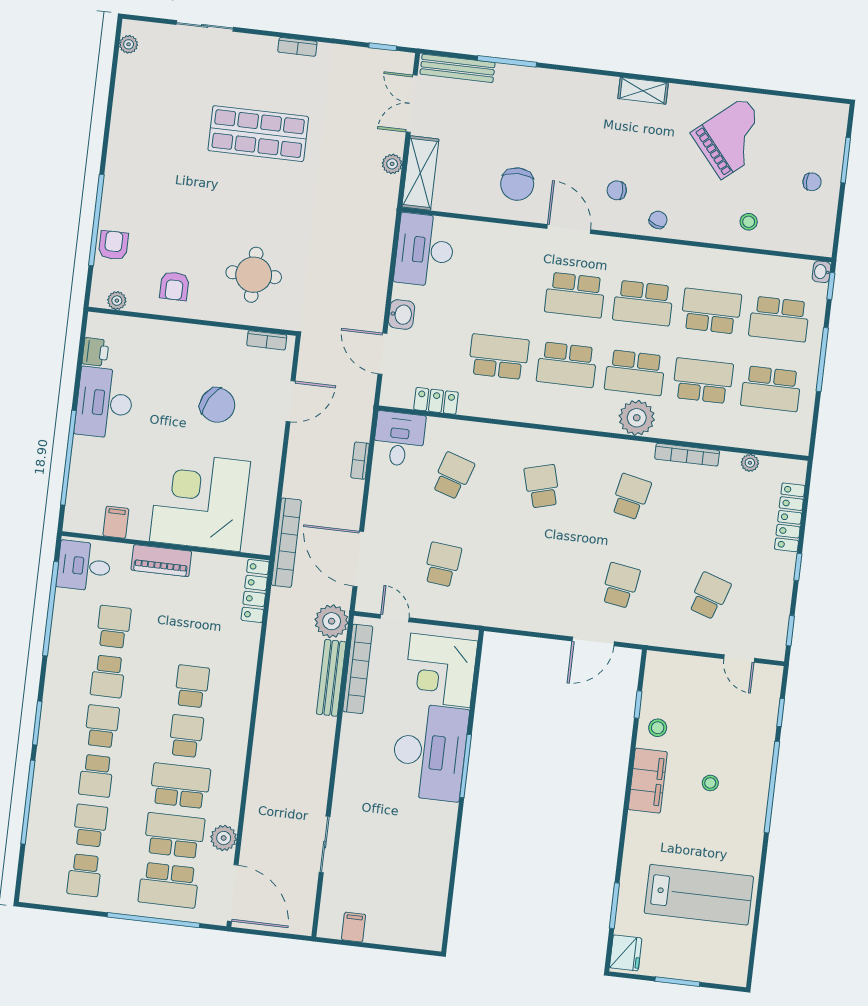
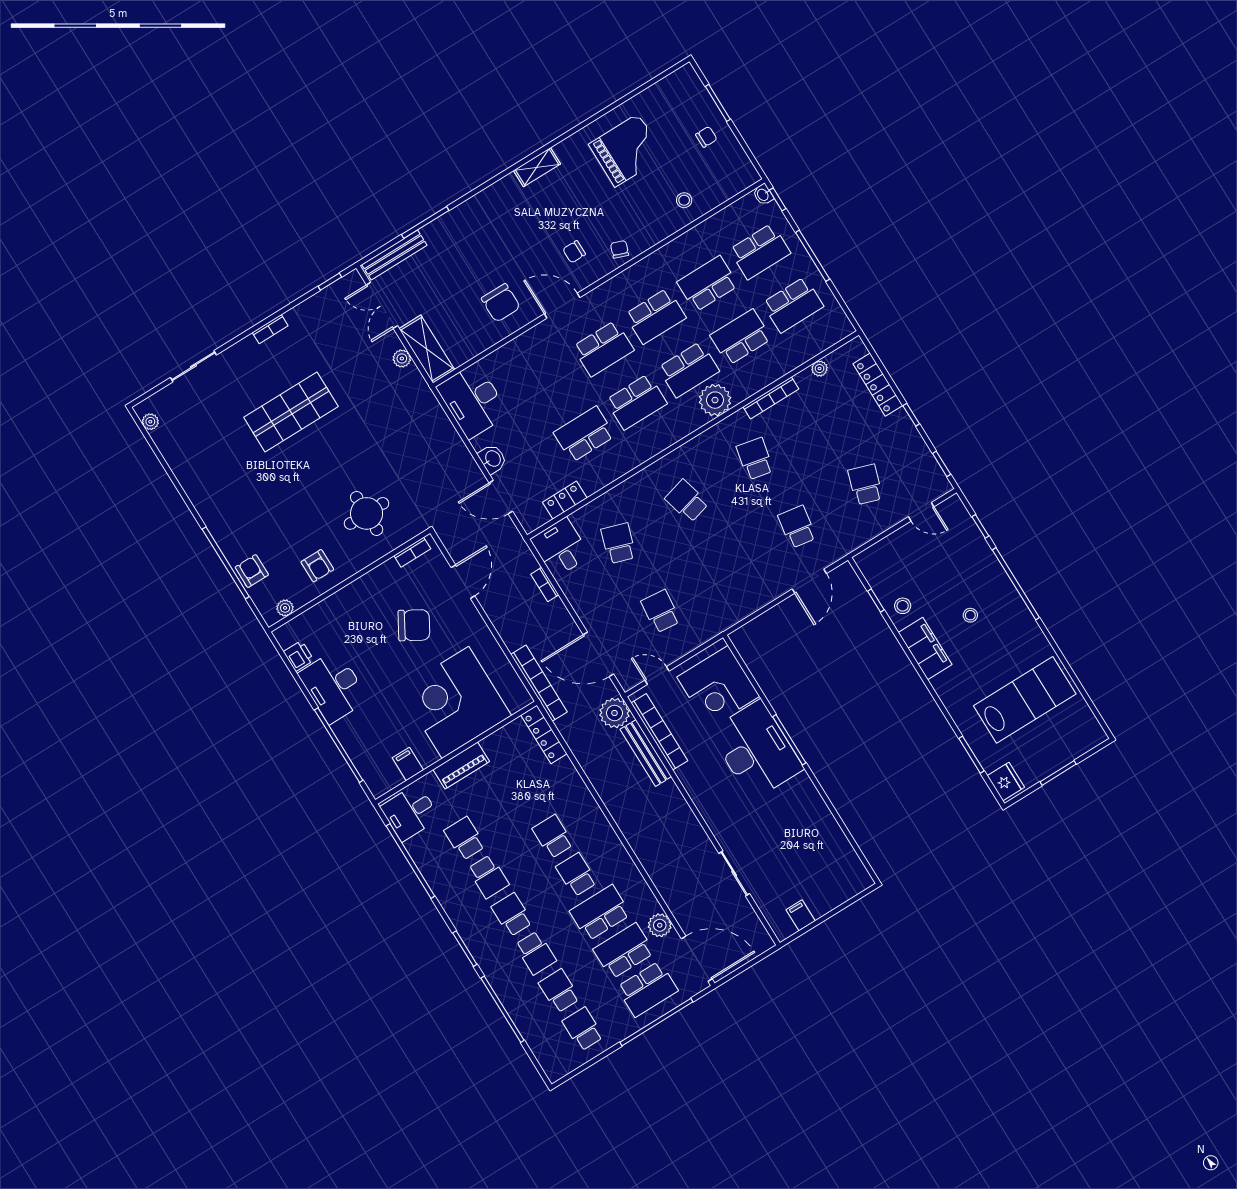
grand piano: (733, 138) -> (627, 150), turned 40
school desk: (84, 875) -> (583, 1029), turned 180

